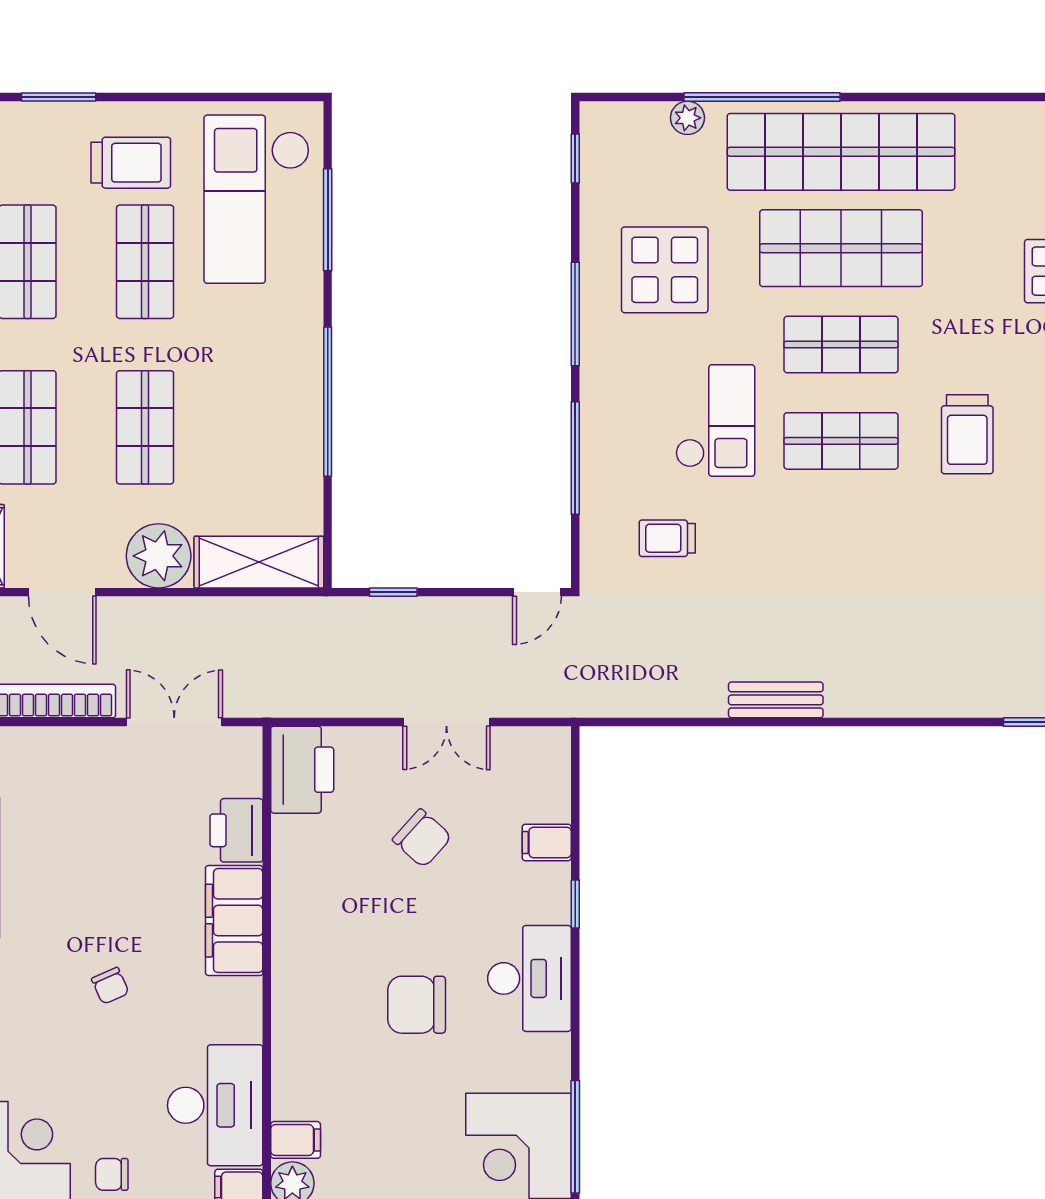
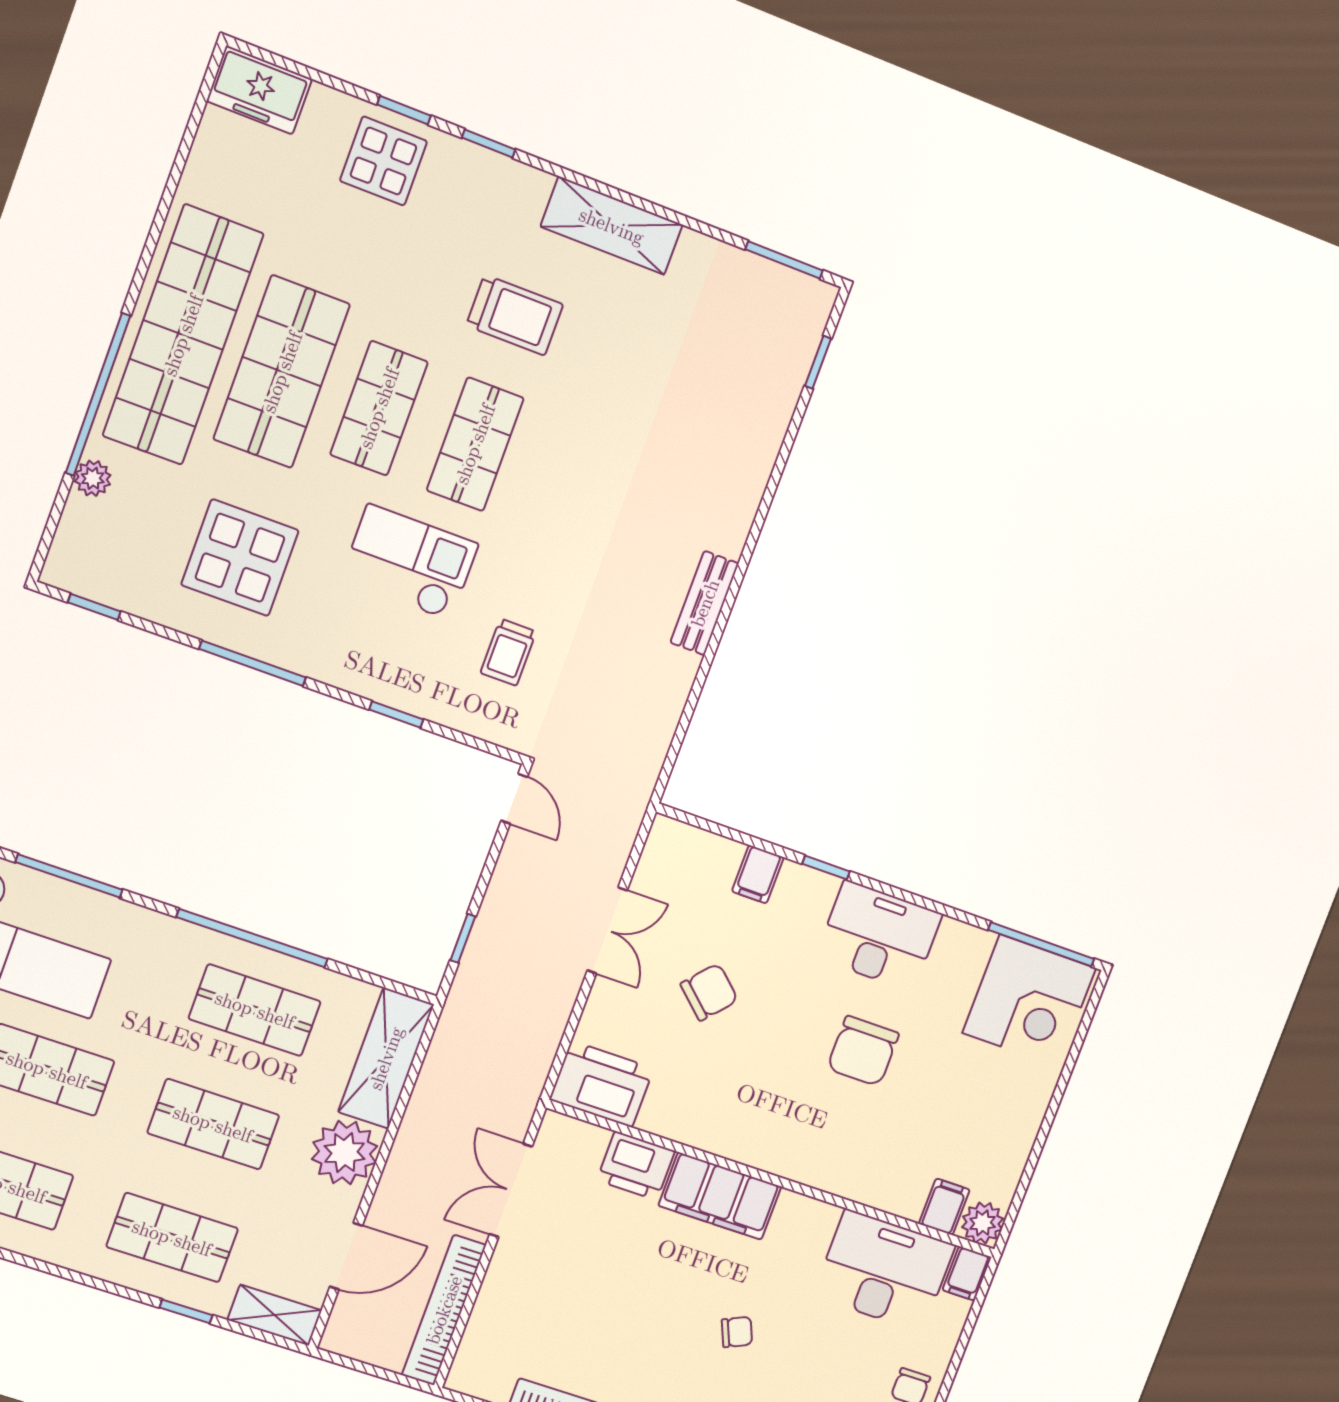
shop shelf: (263, 427) -> (255, 1010), added
window: (575, 458) -> (396, 714), width x0.46

